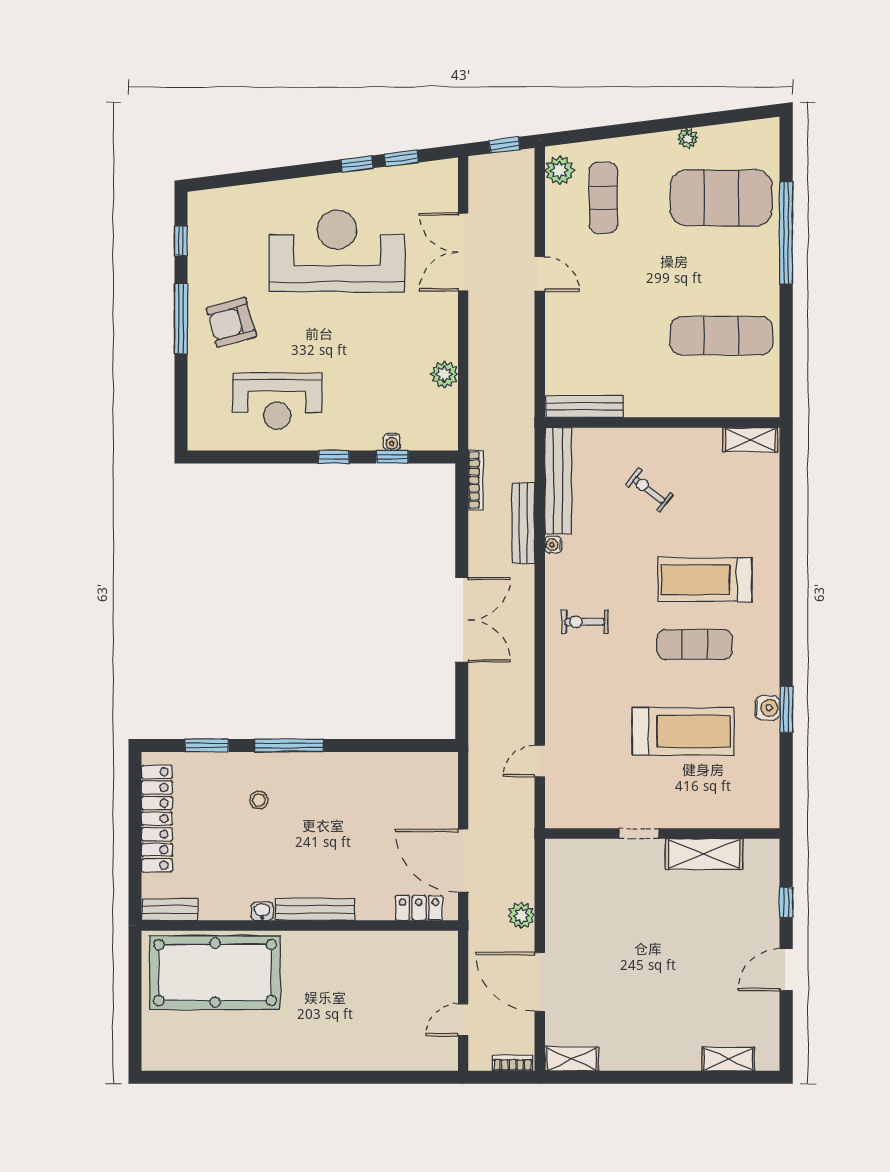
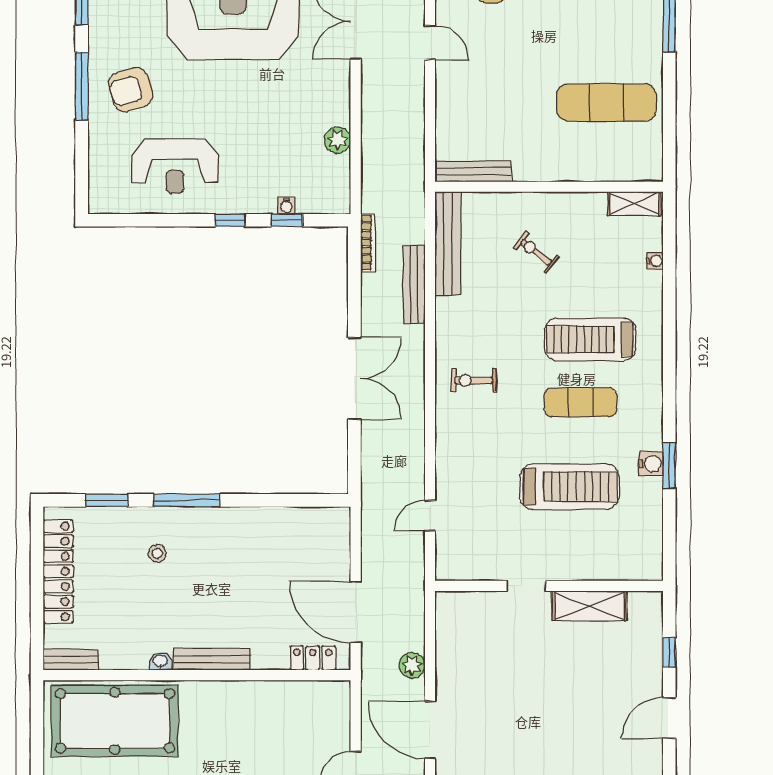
water cooler: (553, 545) -> (655, 261), moved, turned 180

